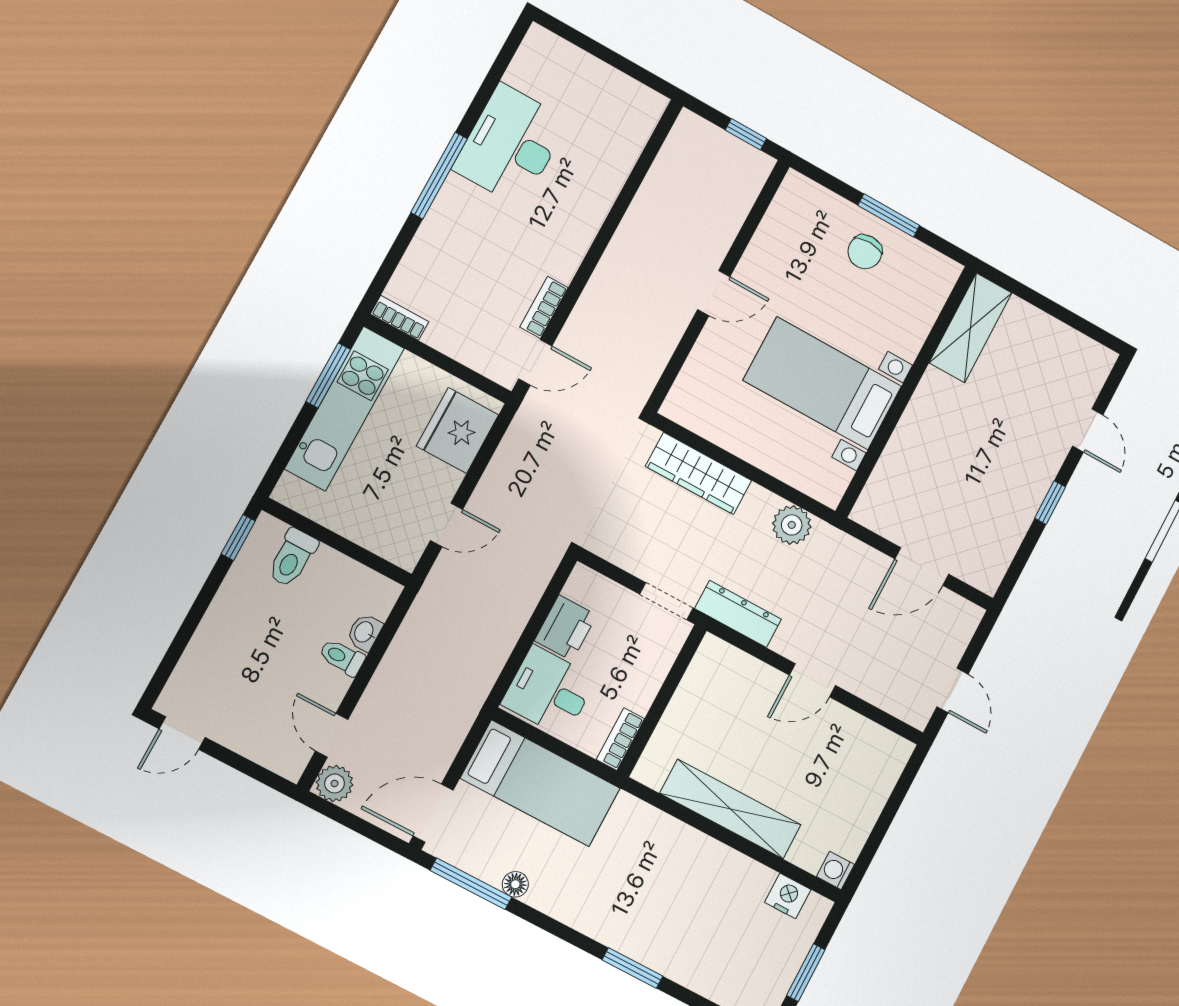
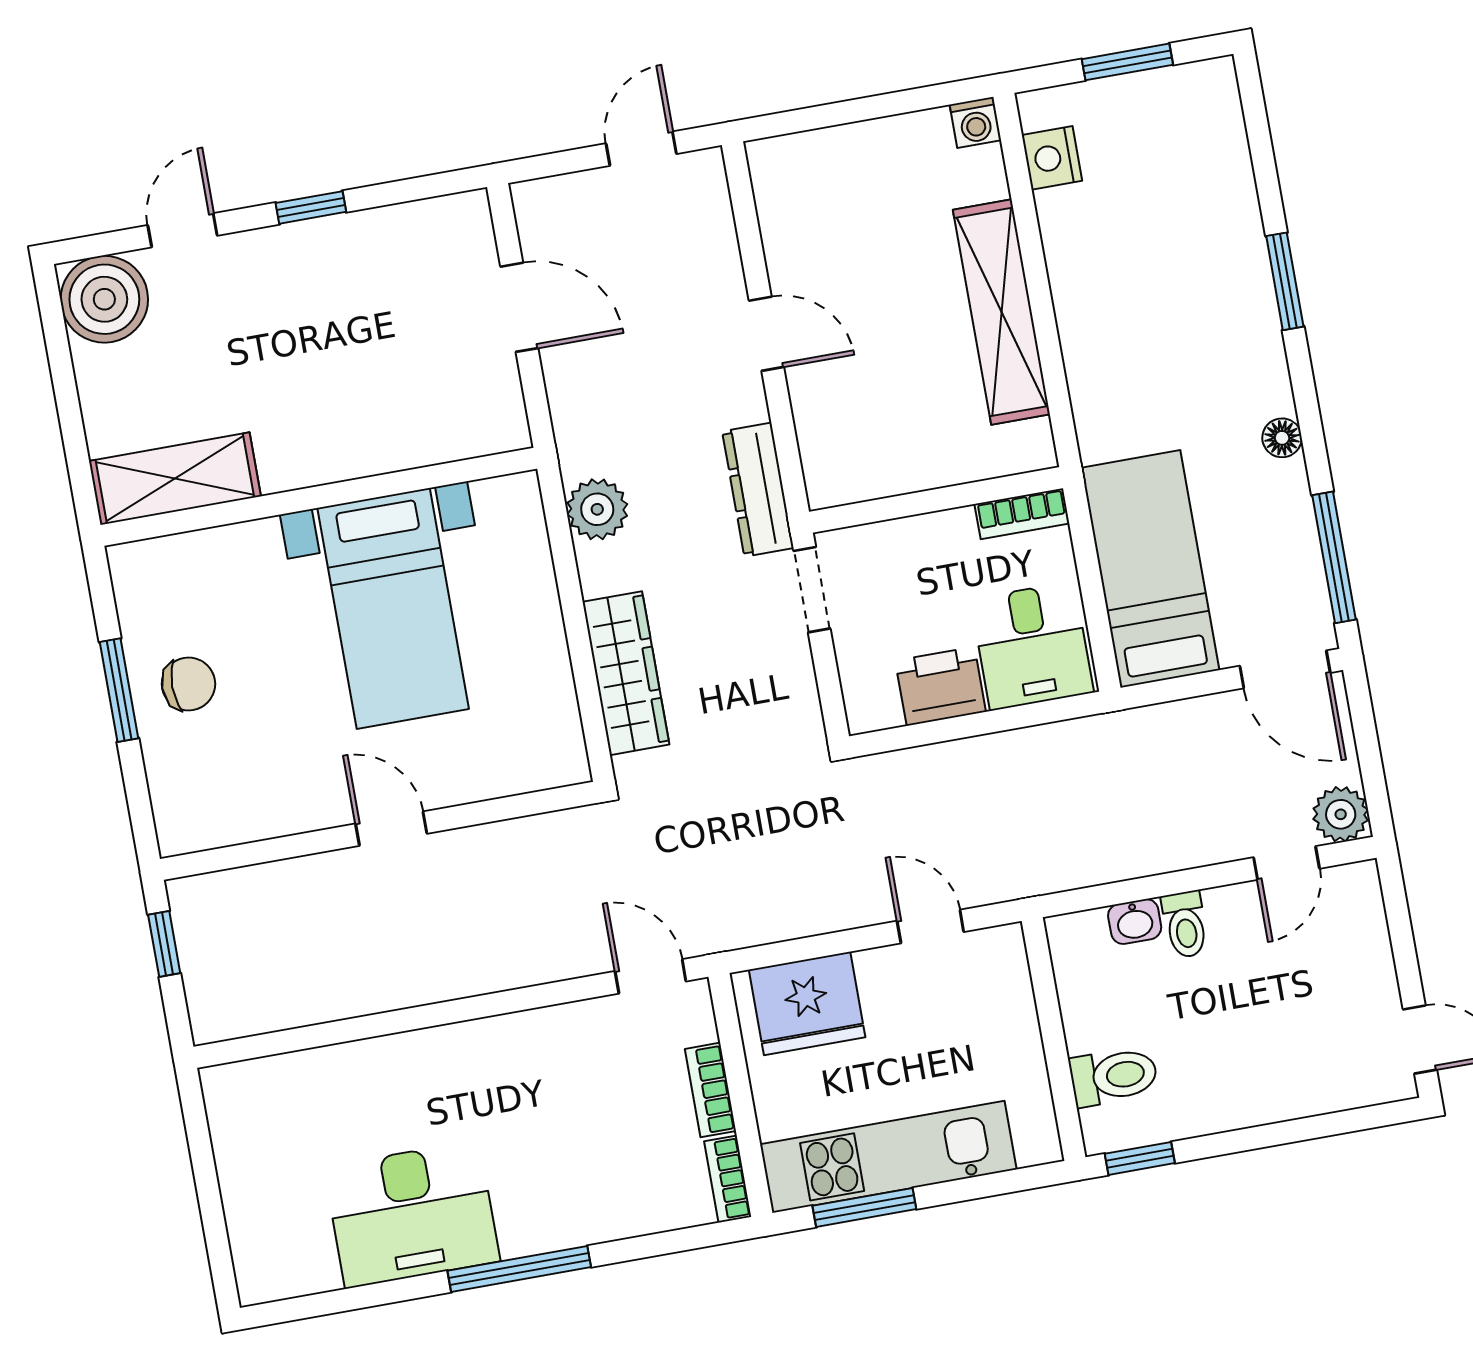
bookcase: (544, 307) -> (710, 1090), moved, turned 90
boiler: (1084, 365) -> (104, 299), added
floor lamp: (515, 884) -> (1282, 438), moved

